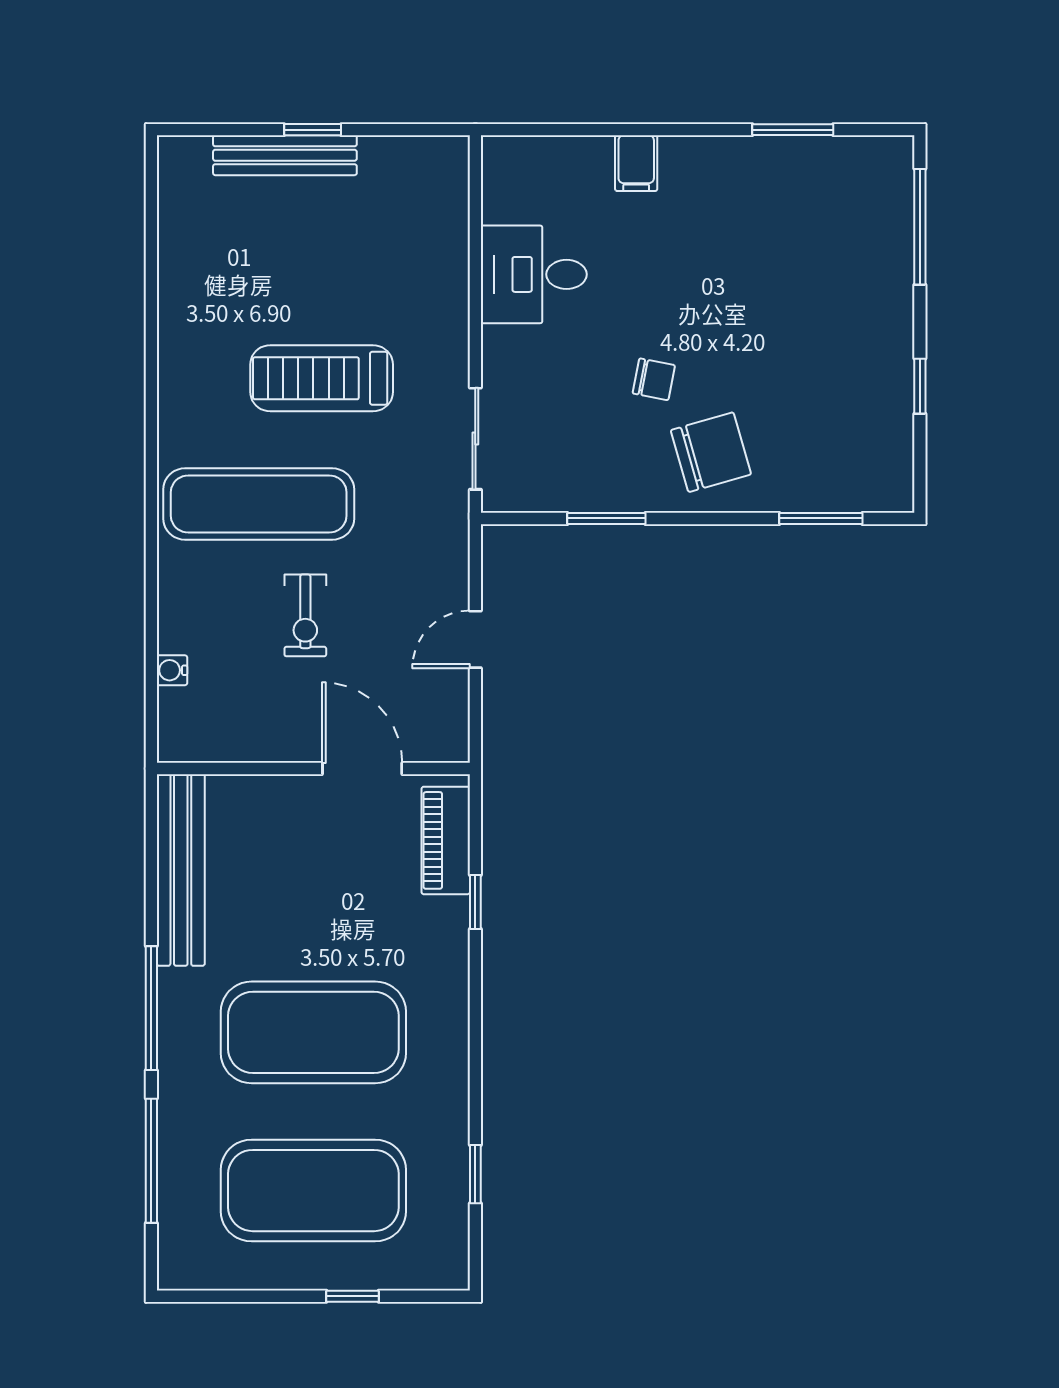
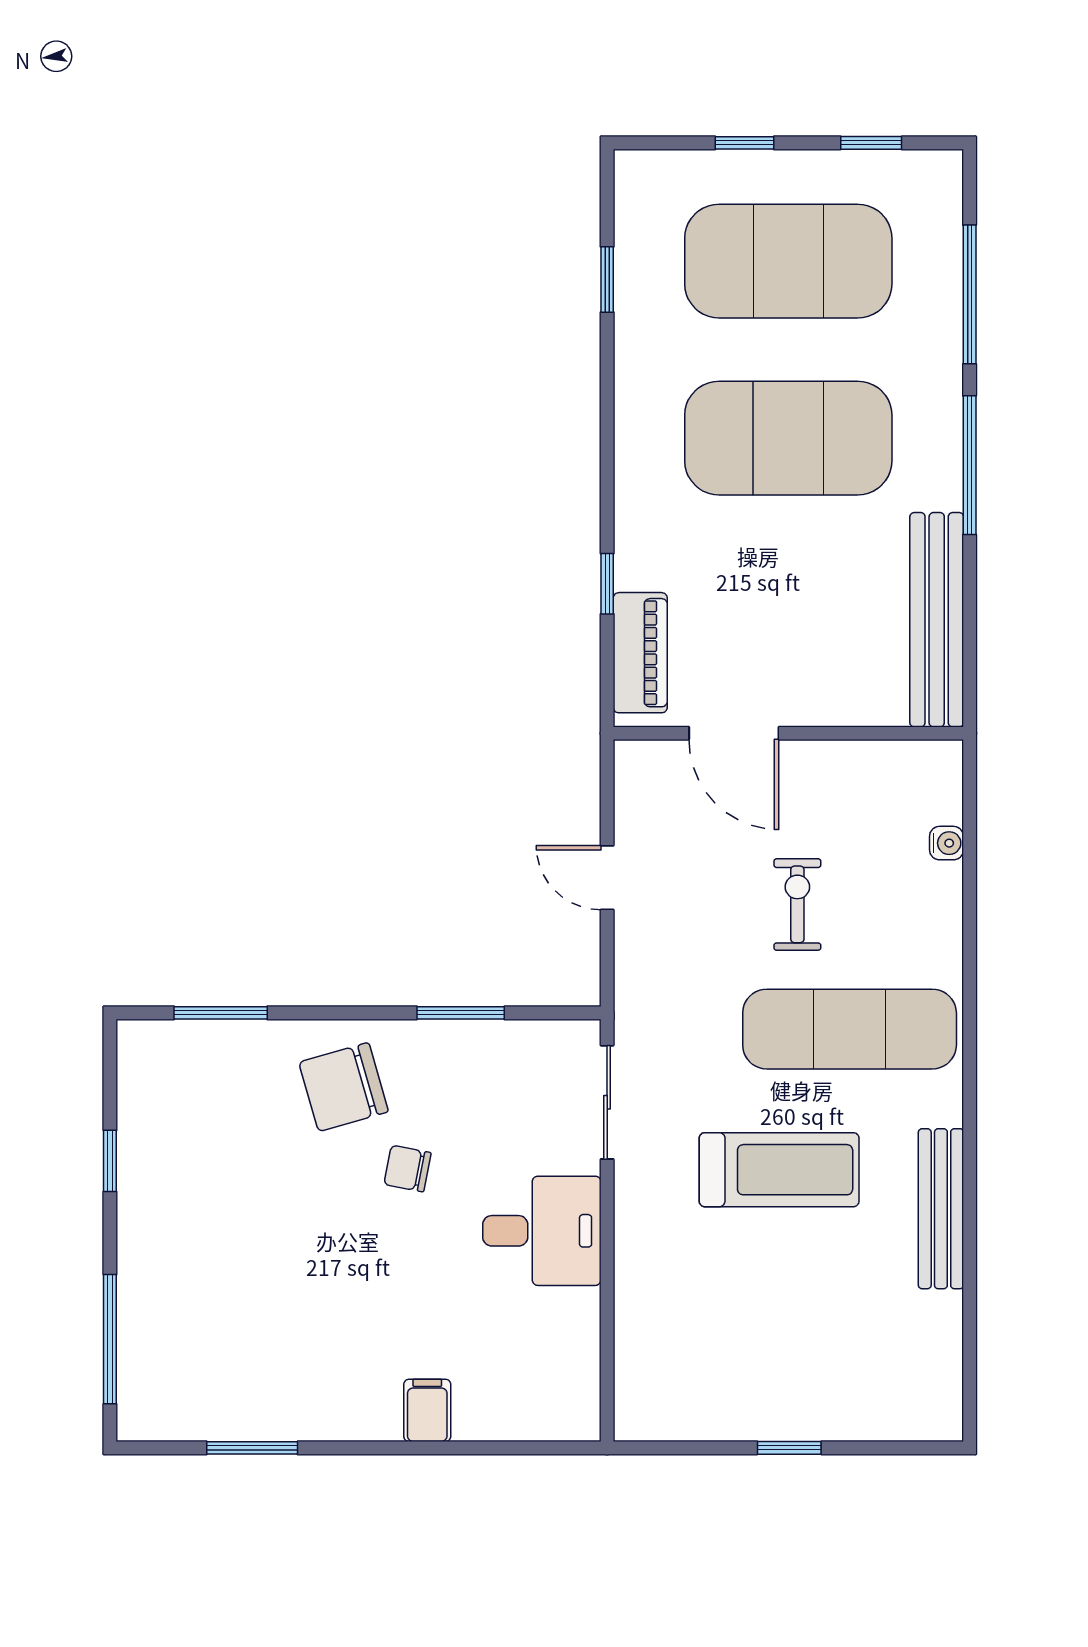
bench: (285, 155) -> (941, 1209), moved, turned 90
desk: (534, 274) -> (542, 1231), moved
door: (475, 639) -> (607, 878), swing flipped
window: (239, 1296) -> (871, 143), added

